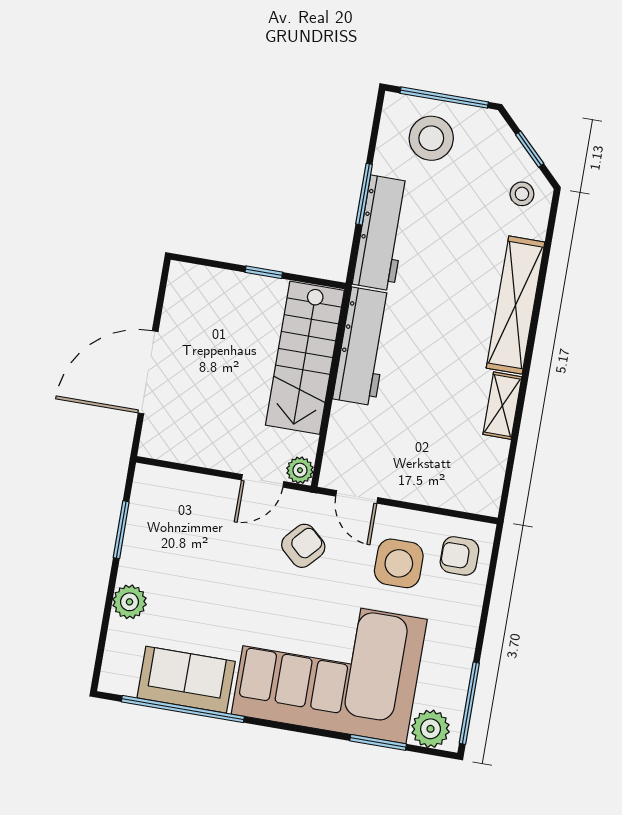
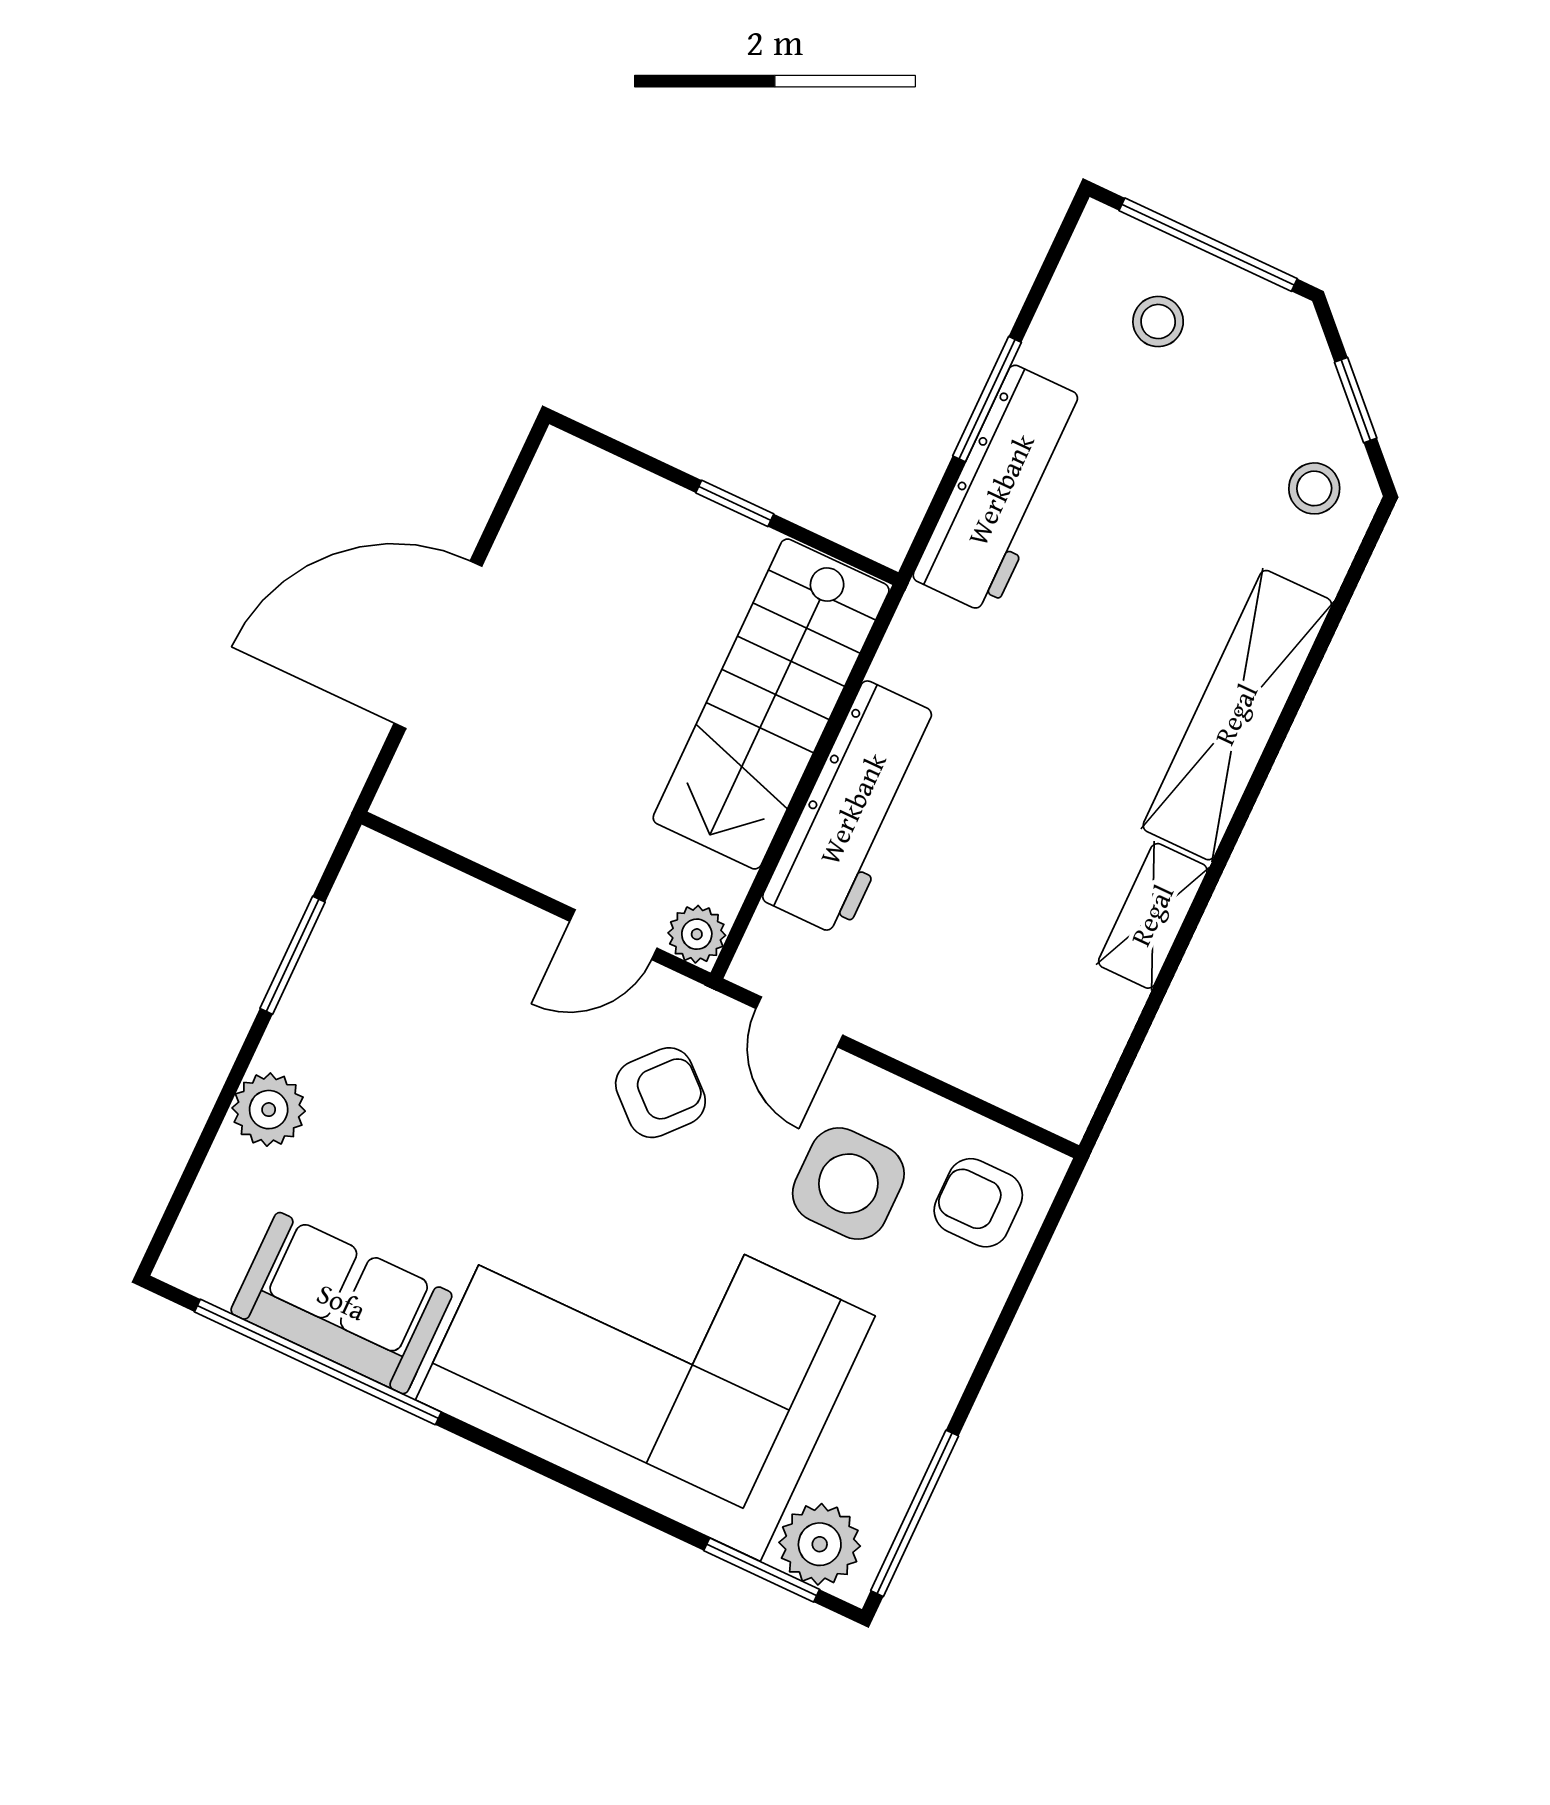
stool: (431, 138) -> (1158, 322), width x0.53, depth x0.53
workbench: (363, 346) -> (854, 809), moved
window: (378, 742) -> (762, 1570), moved

